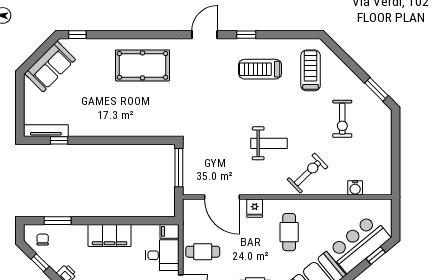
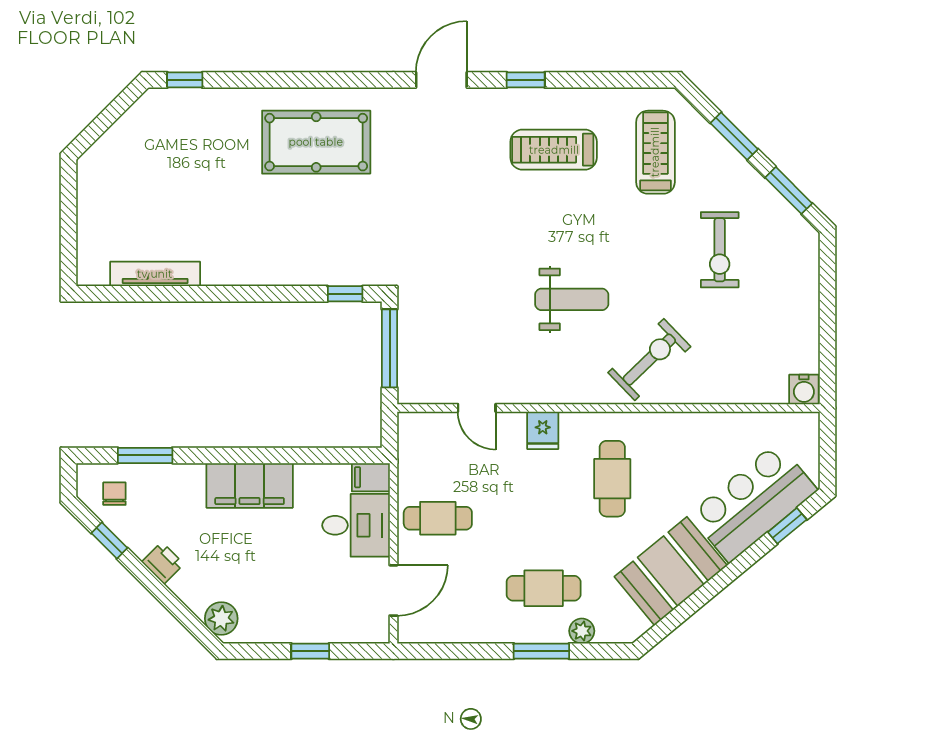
window: (350, 62) -> (734, 136), added
sofa: (50, 66) -> (130, 144), removed
tv unit: (46, 131) -> (155, 274), moved
window: (59, 140) -> (345, 294), moved
water cooler: (355, 188) -> (804, 389), moved
door: (222, 197) -> (477, 408), width x0.53

